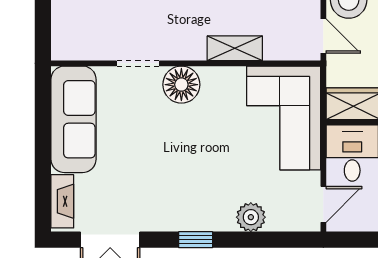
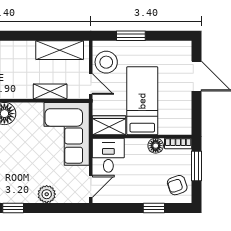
shelving: (235, 48) -> (50, 91), moved

